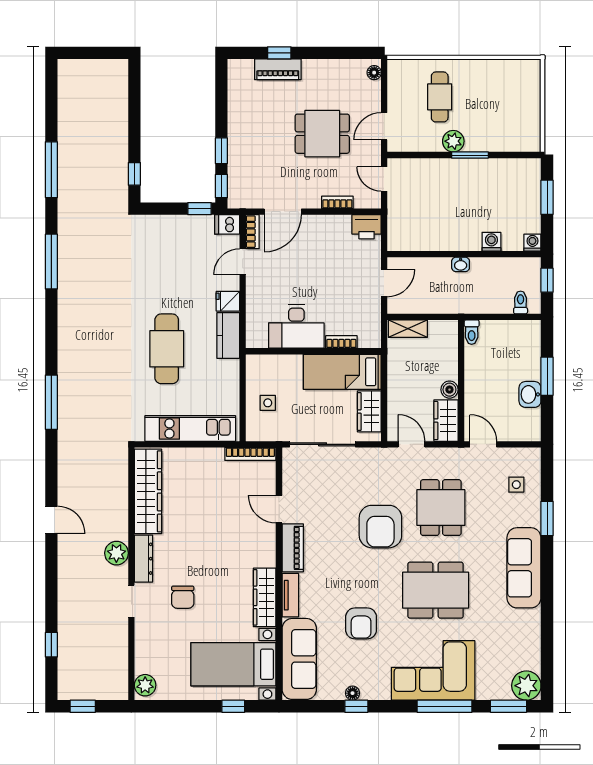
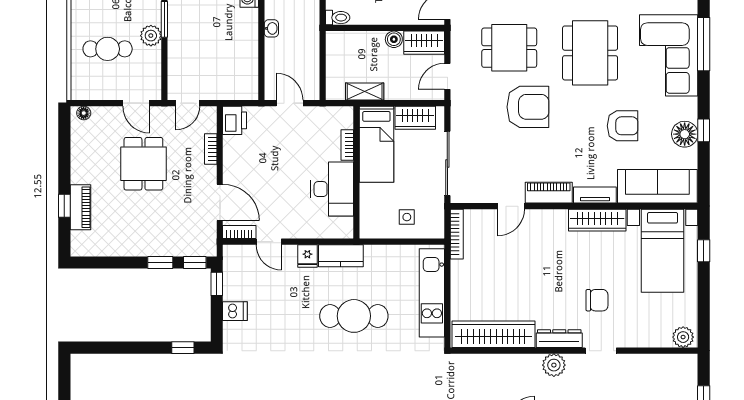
dishwasher: (227, 224) -> (235, 311), moved, turned -90
shelving: (408, 329) -> (365, 92), moved, turned 90
floor lamp: (353, 693) -> (685, 134), width x1.89, depth x1.89

